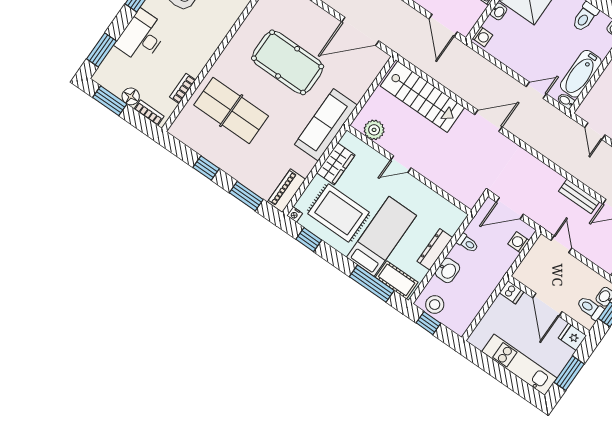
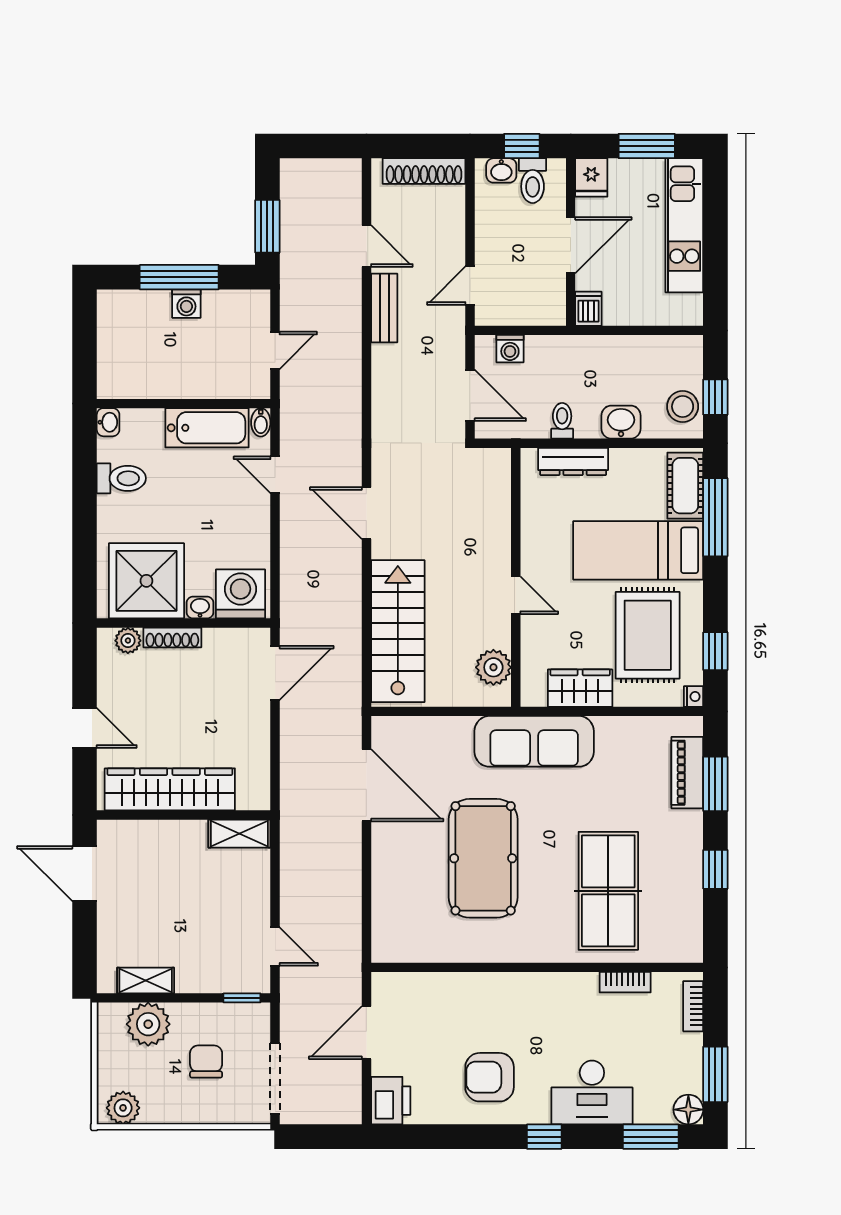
washing machine: (482, 37) -> (240, 594), width x1.89, depth x1.89
floor lamp: (131, 96) -> (688, 1110), moved
piano: (287, 191) -> (687, 773), moved, turned 90
dresser: (435, 249) -> (573, 461), moved

